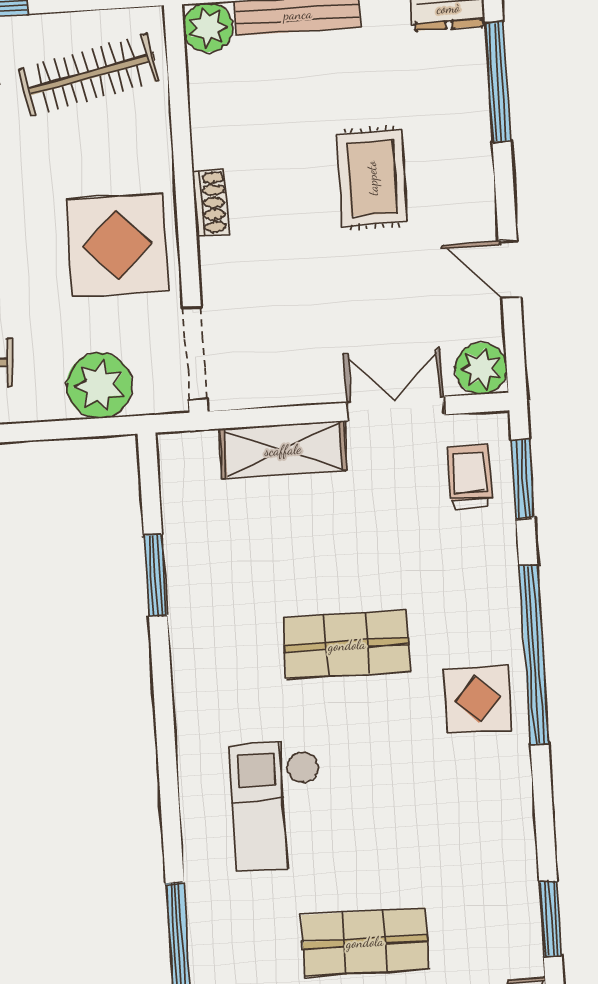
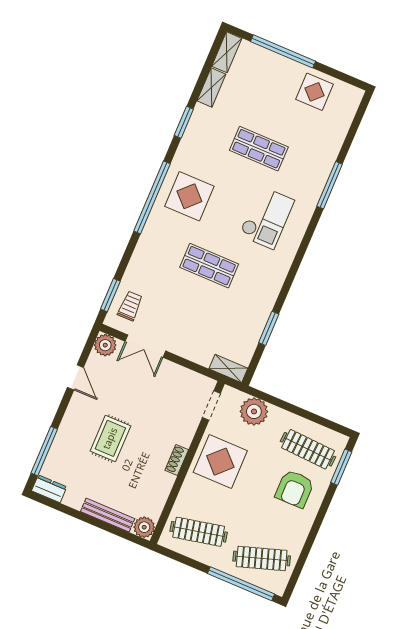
doorway: (195, 353) -> (211, 406), width x0.73
shelving: (283, 450) -> (228, 369), moved, width x0.67, depth x0.75
trolley: (470, 477) -> (130, 306), turned 180
window: (534, 655) -> (152, 197), moved
display table: (478, 699) -> (189, 196), moved, width x1.36, depth x1.36

